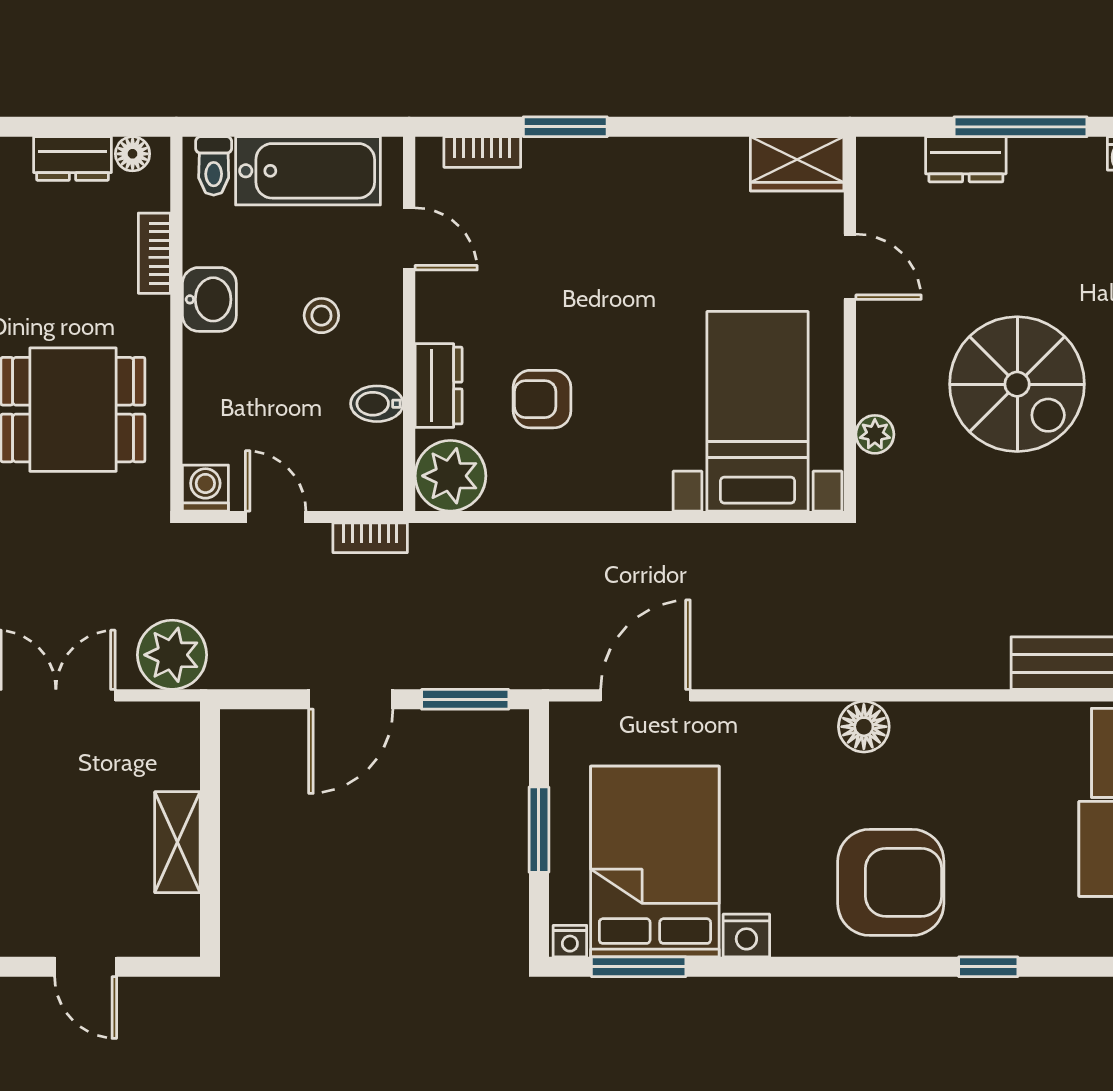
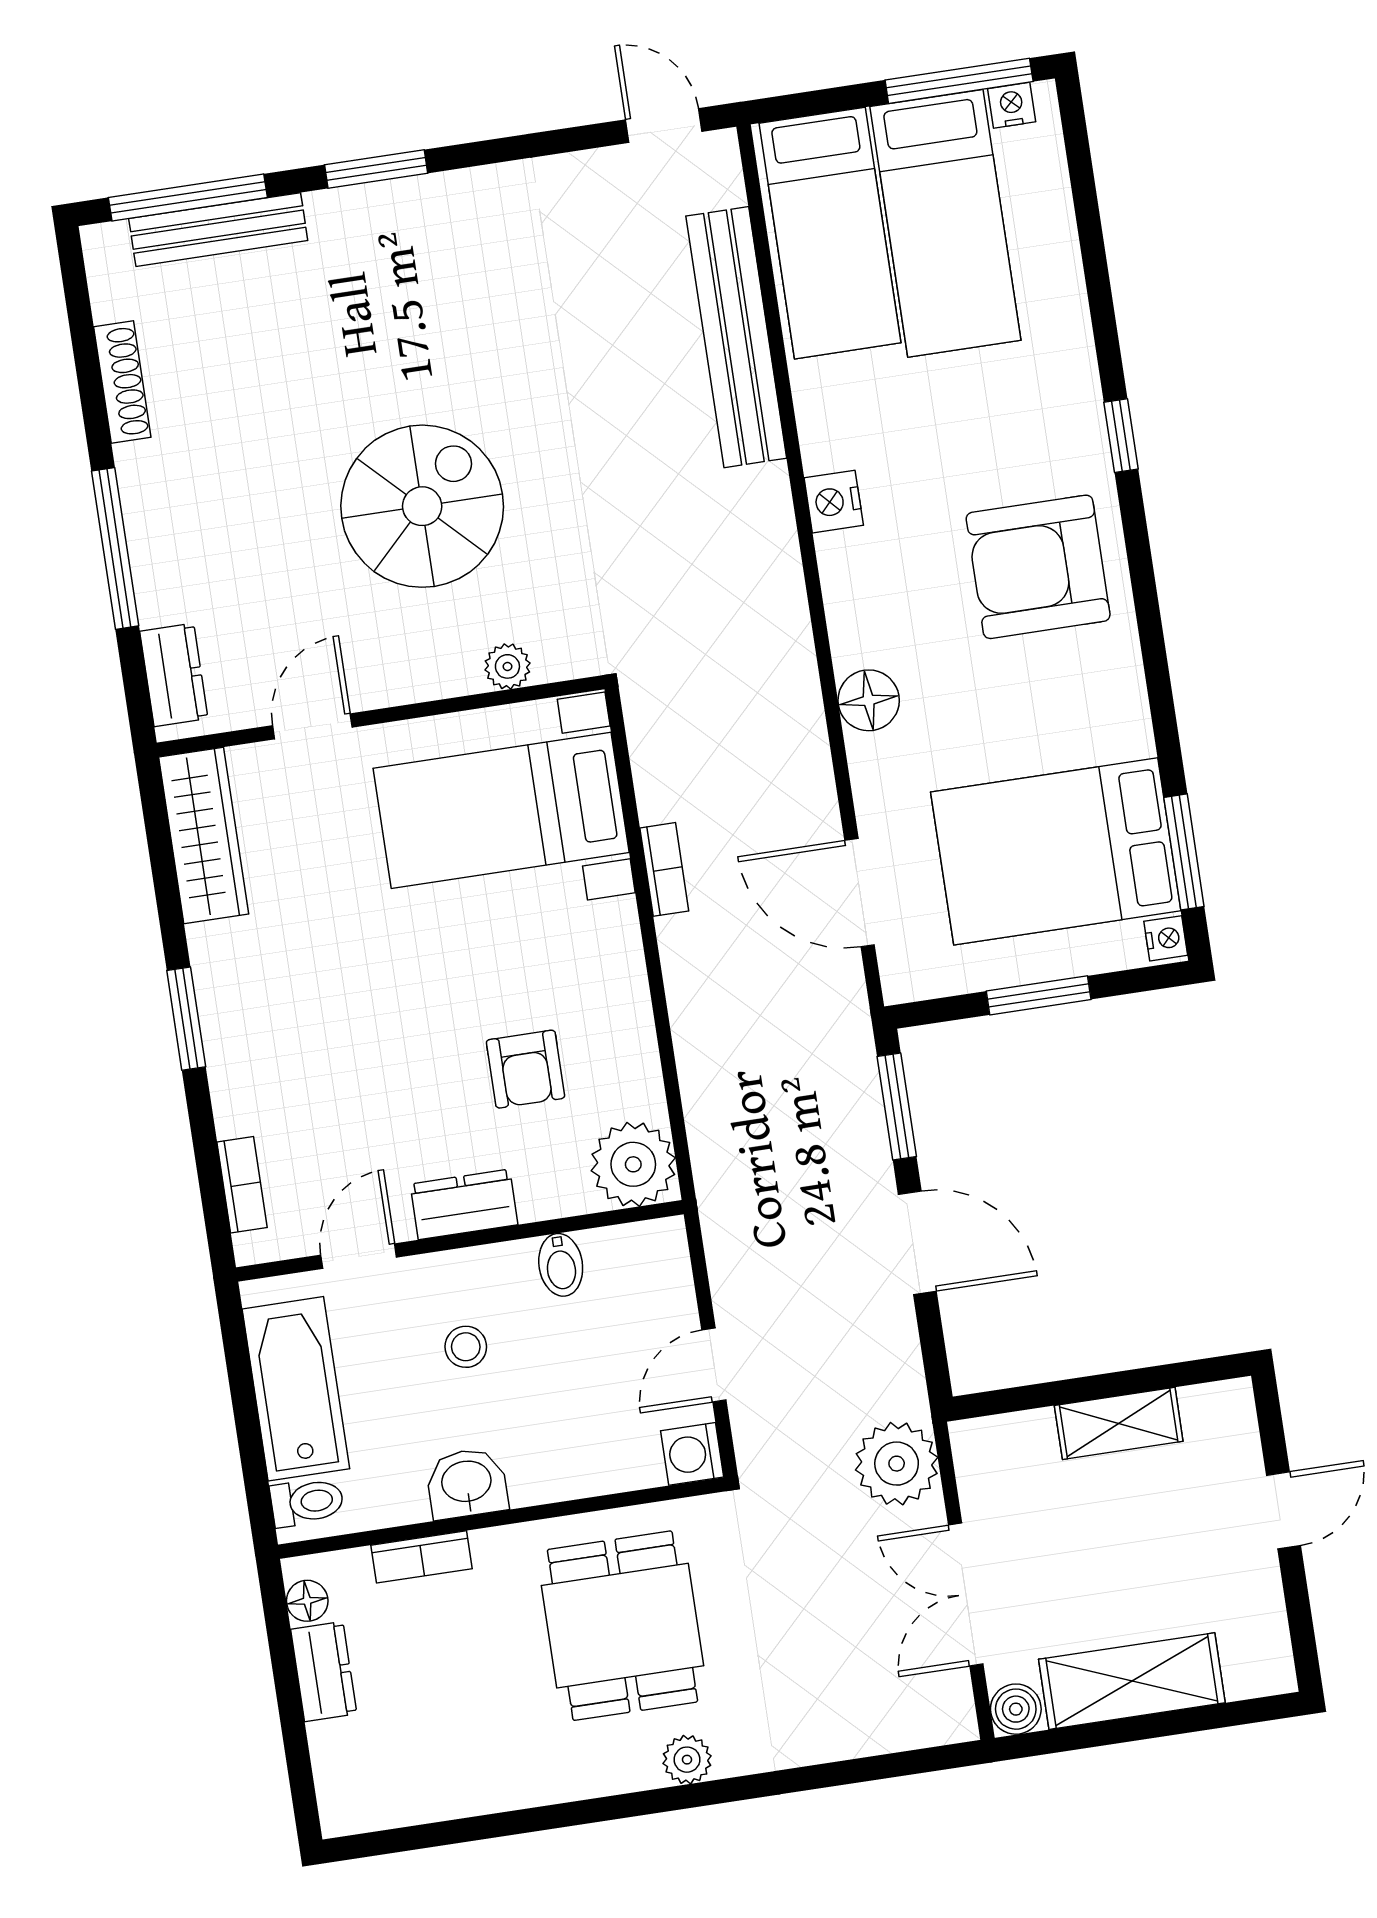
window: (565, 127) -> (186, 1019), moved
dresser: (966, 159) -> (174, 675), moved
wardrobe: (797, 164) -> (204, 836), width x1.50
dresser: (439, 386) -> (464, 1204), moved
bookcase: (370, 538) -> (664, 869), moved
floor lamp: (864, 727) -> (869, 700), moved
armchair: (891, 882) -> (1038, 567), turned -90
nightstand: (746, 935) -> (834, 502), moved, turned 180

